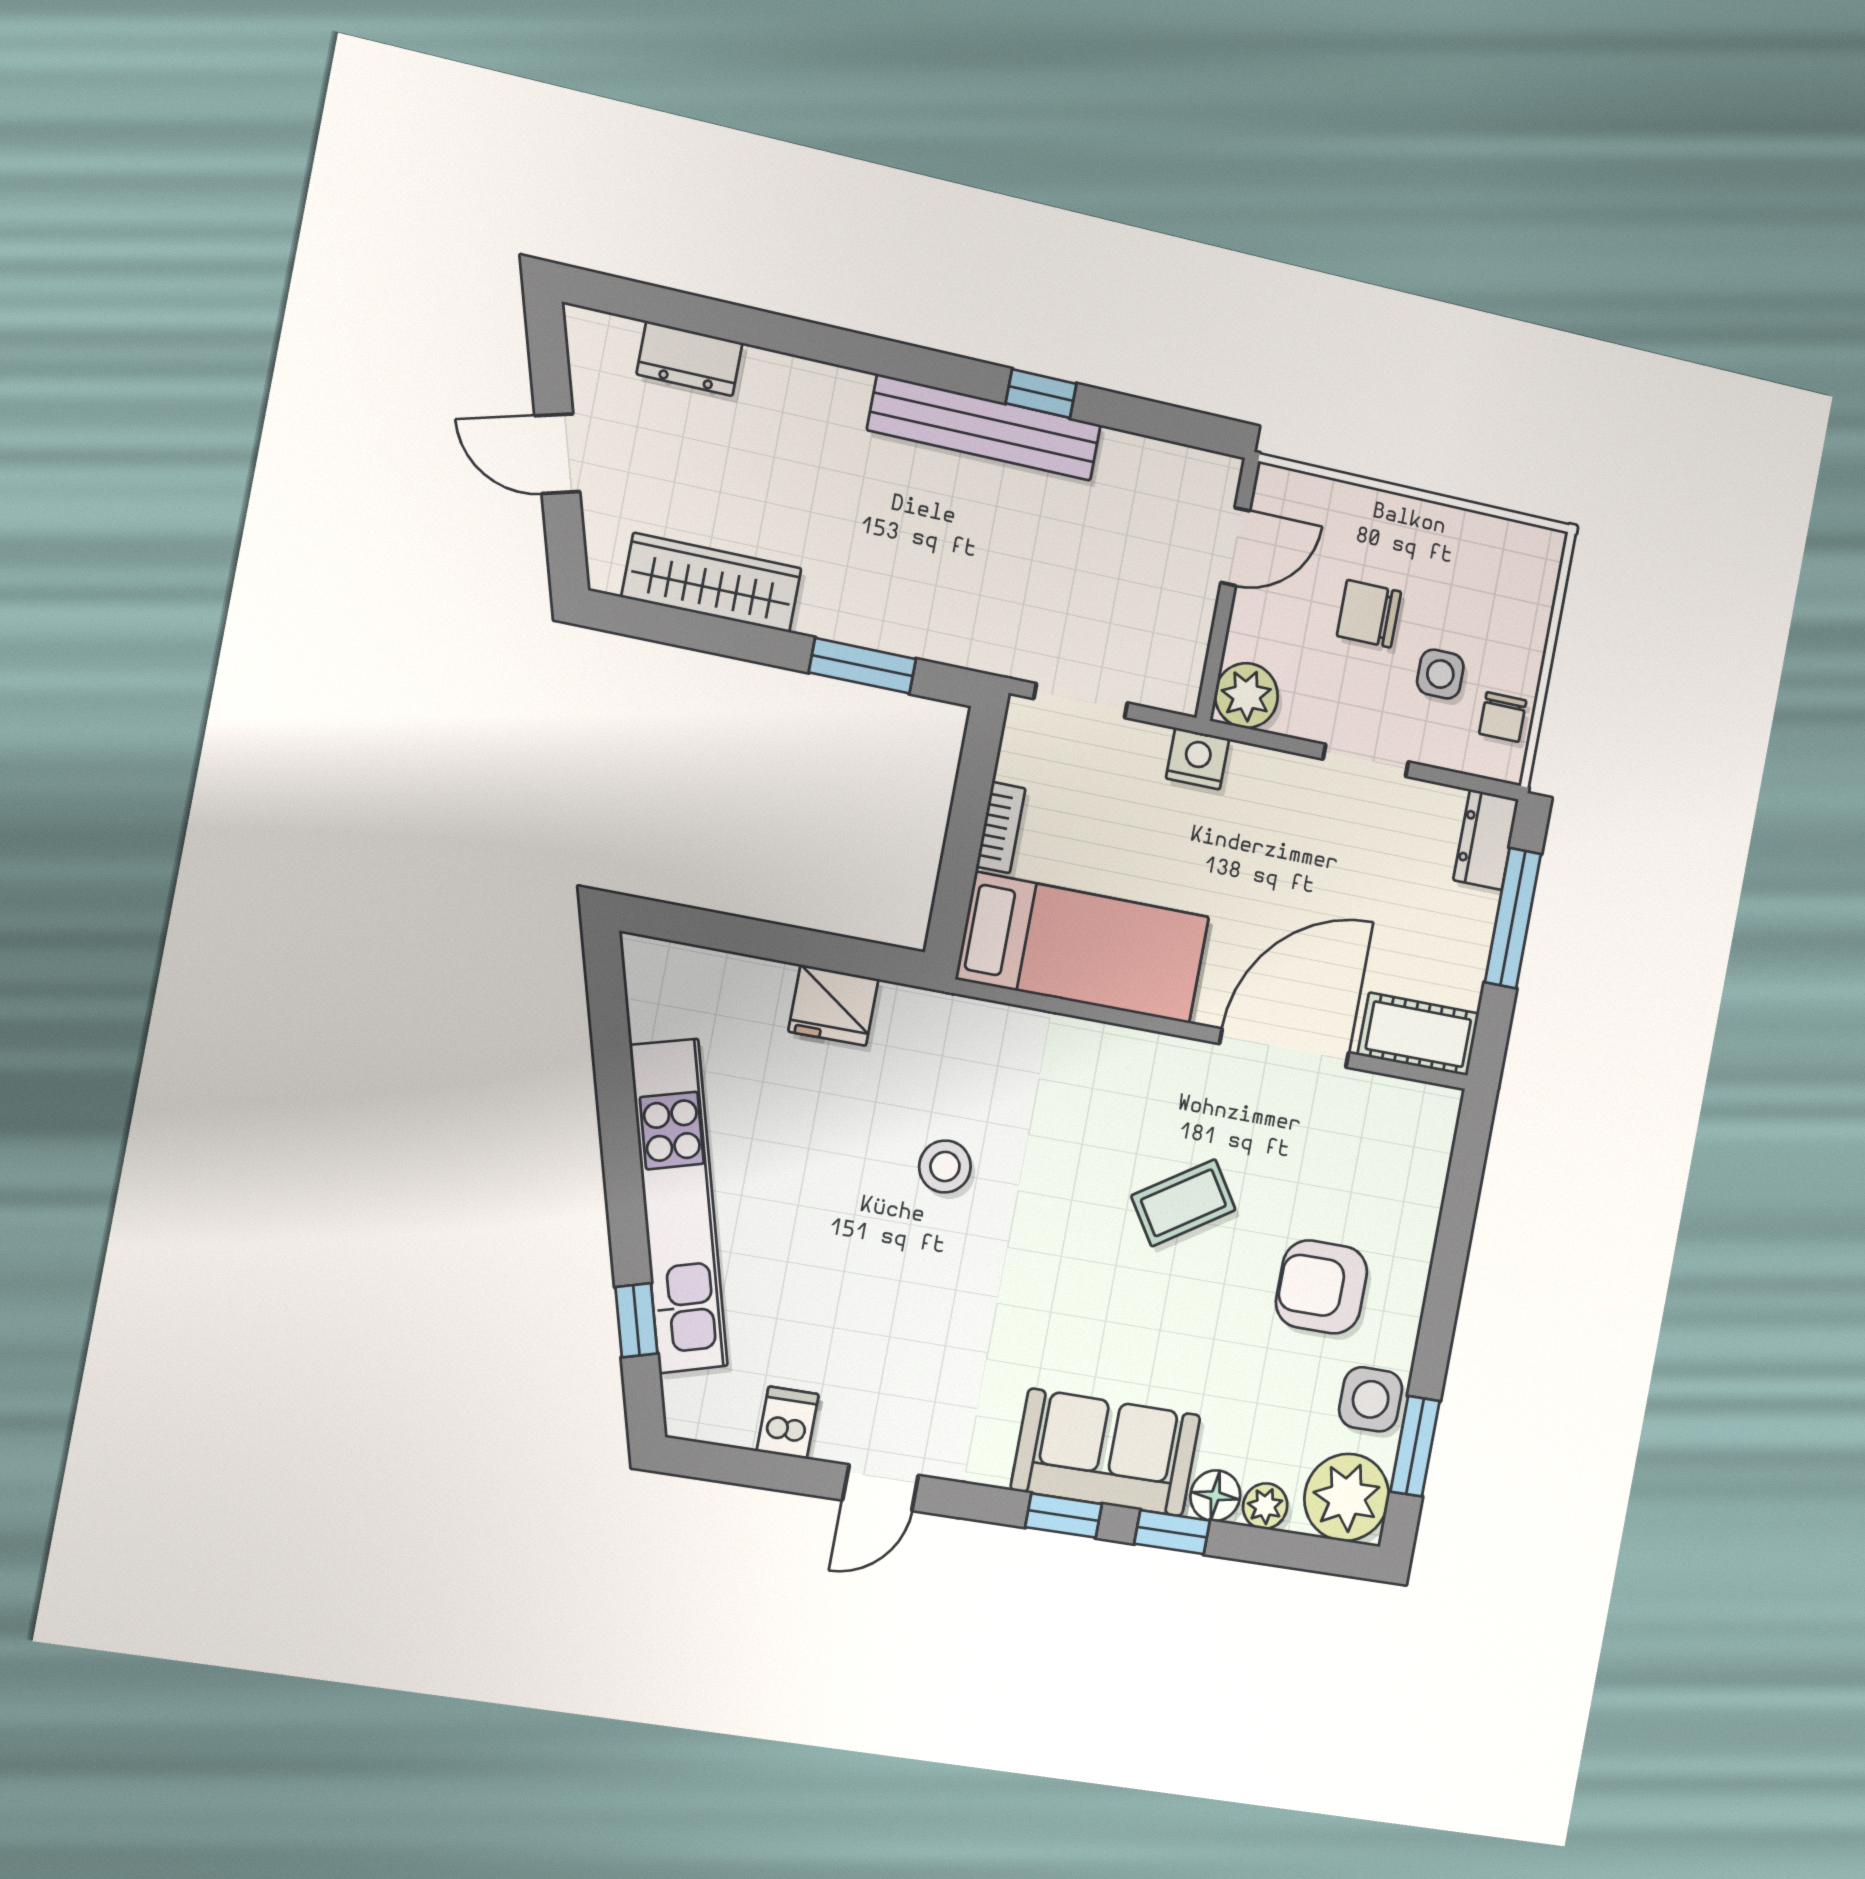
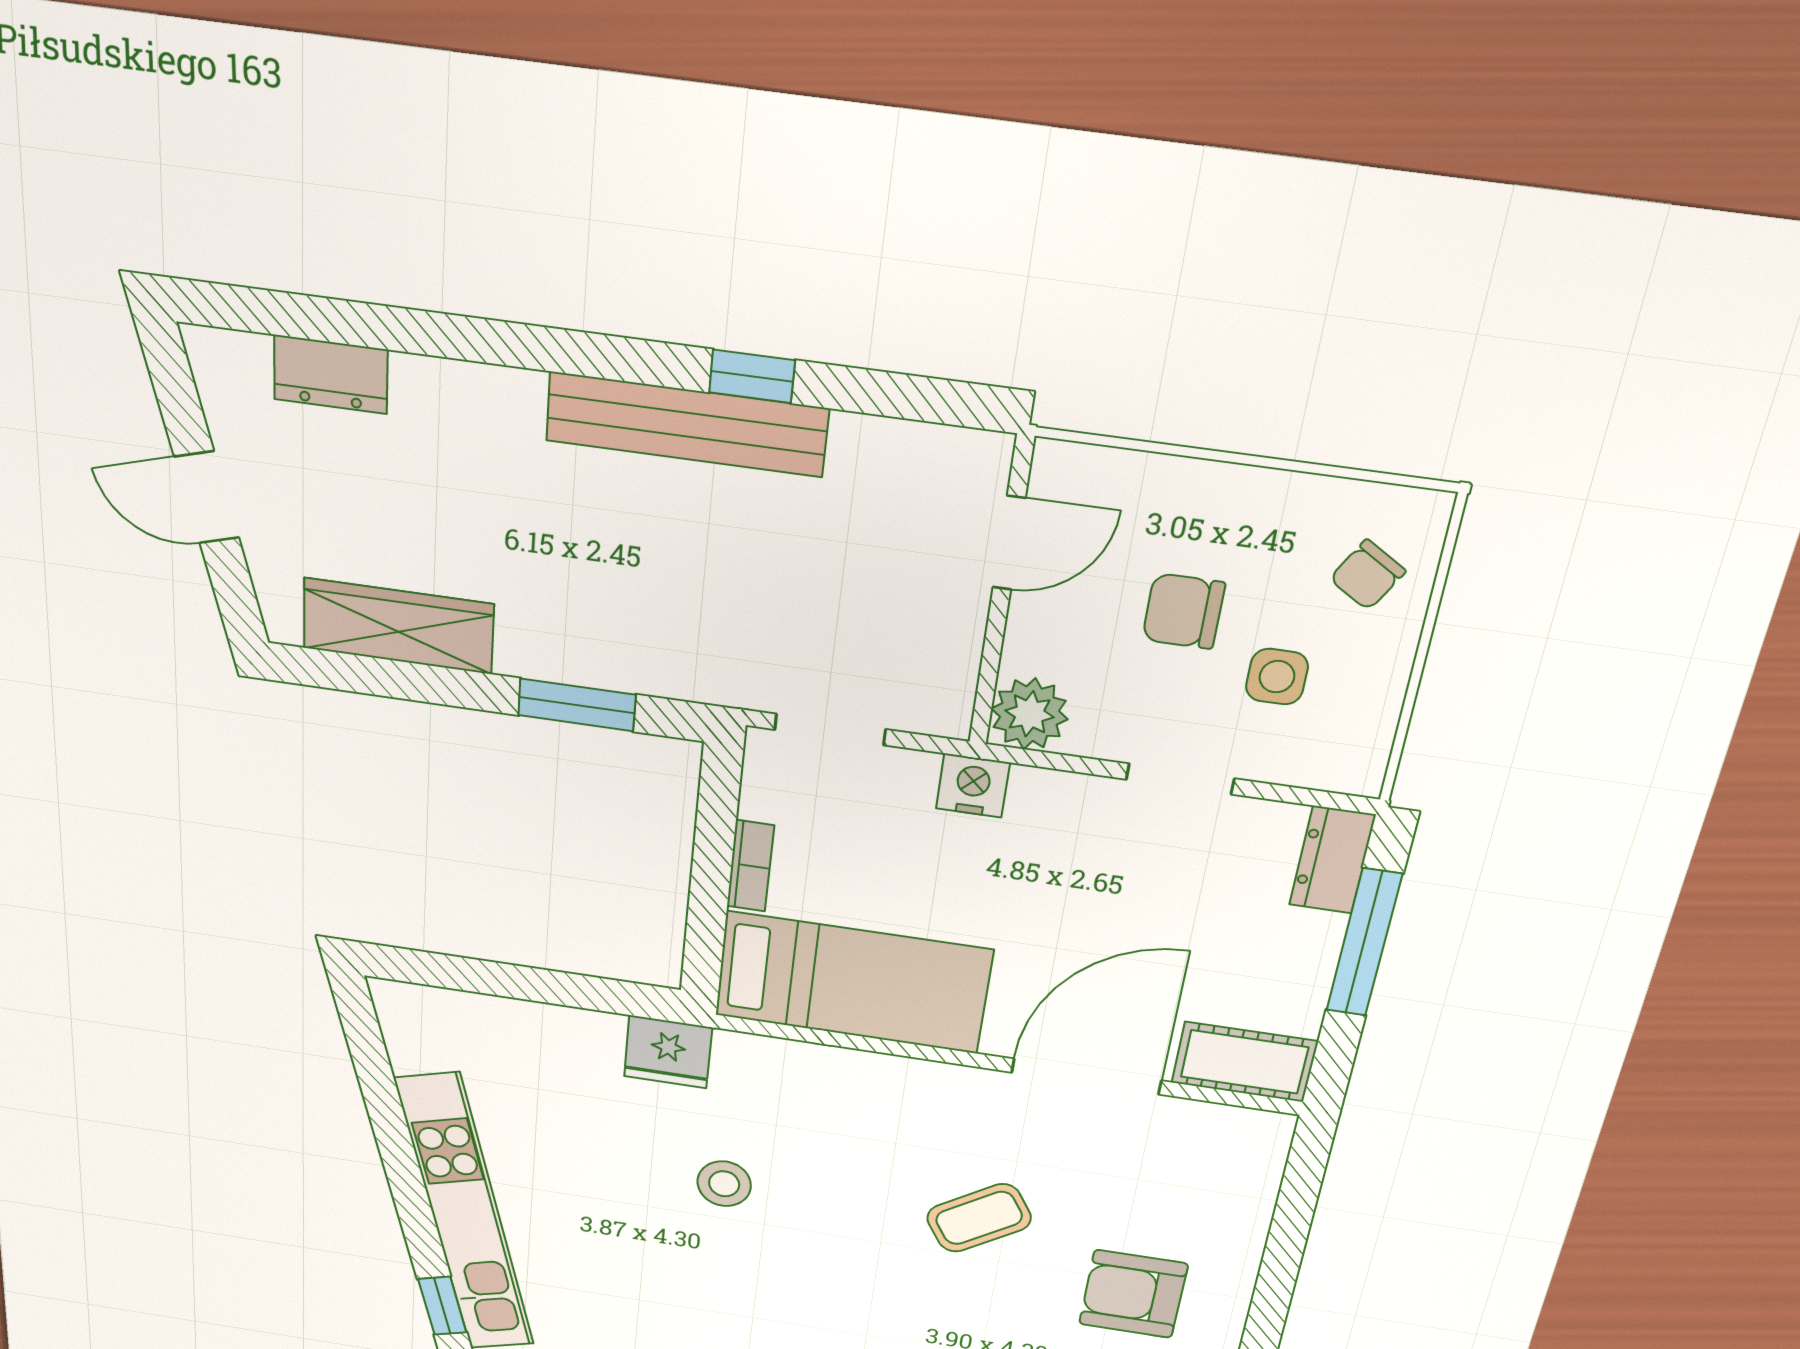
chair: (1503, 717) -> (1367, 575), moved, turned 31
fridge: (833, 1005) -> (668, 1052), moved

